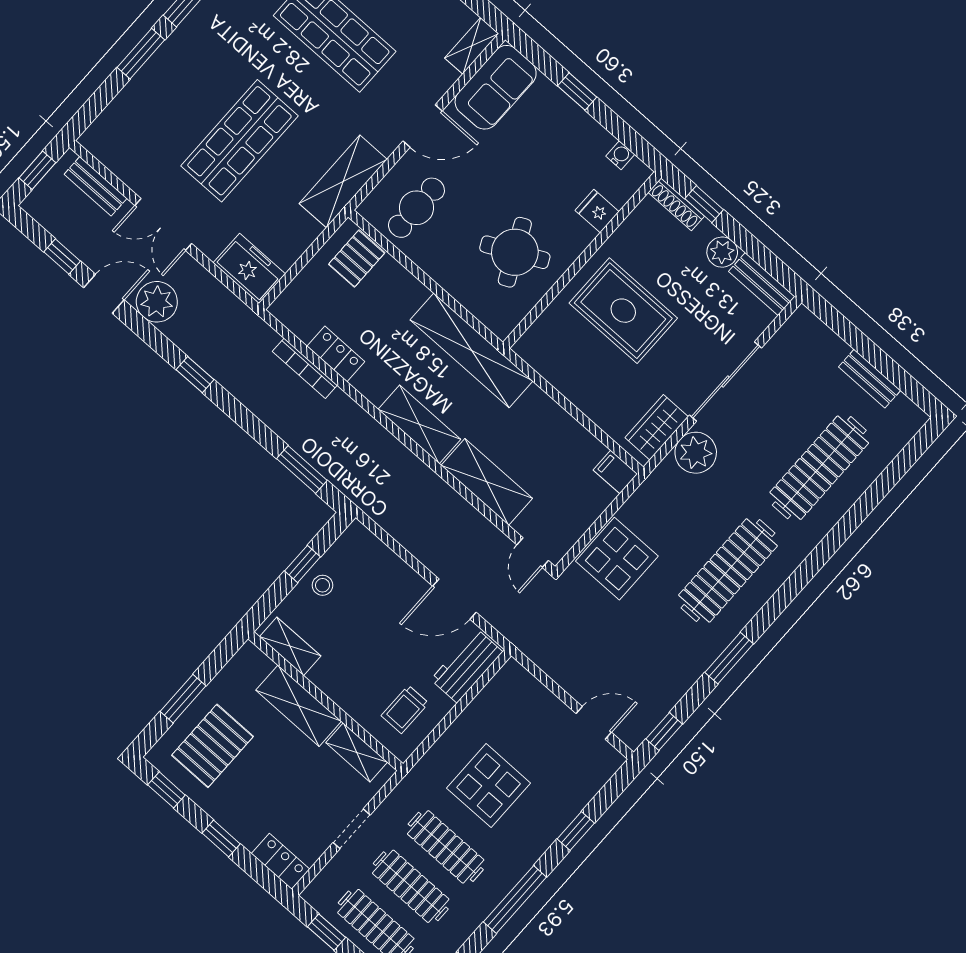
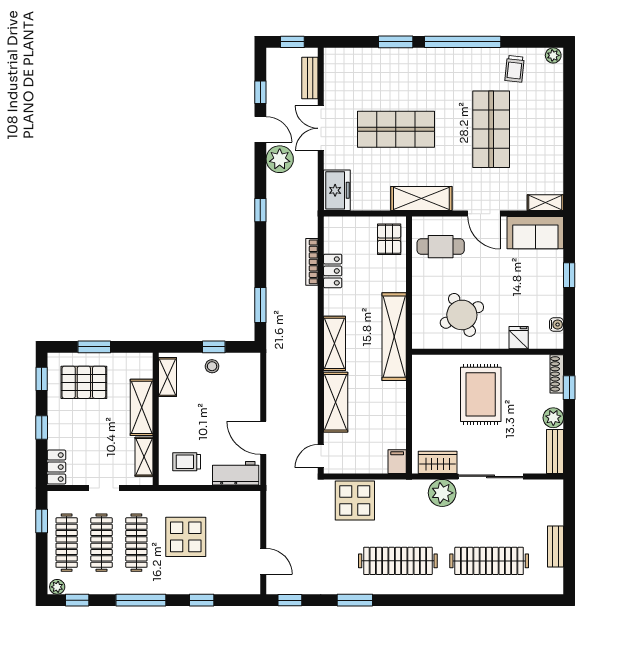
pallet: (357, 259) -> (389, 239), turned 90

